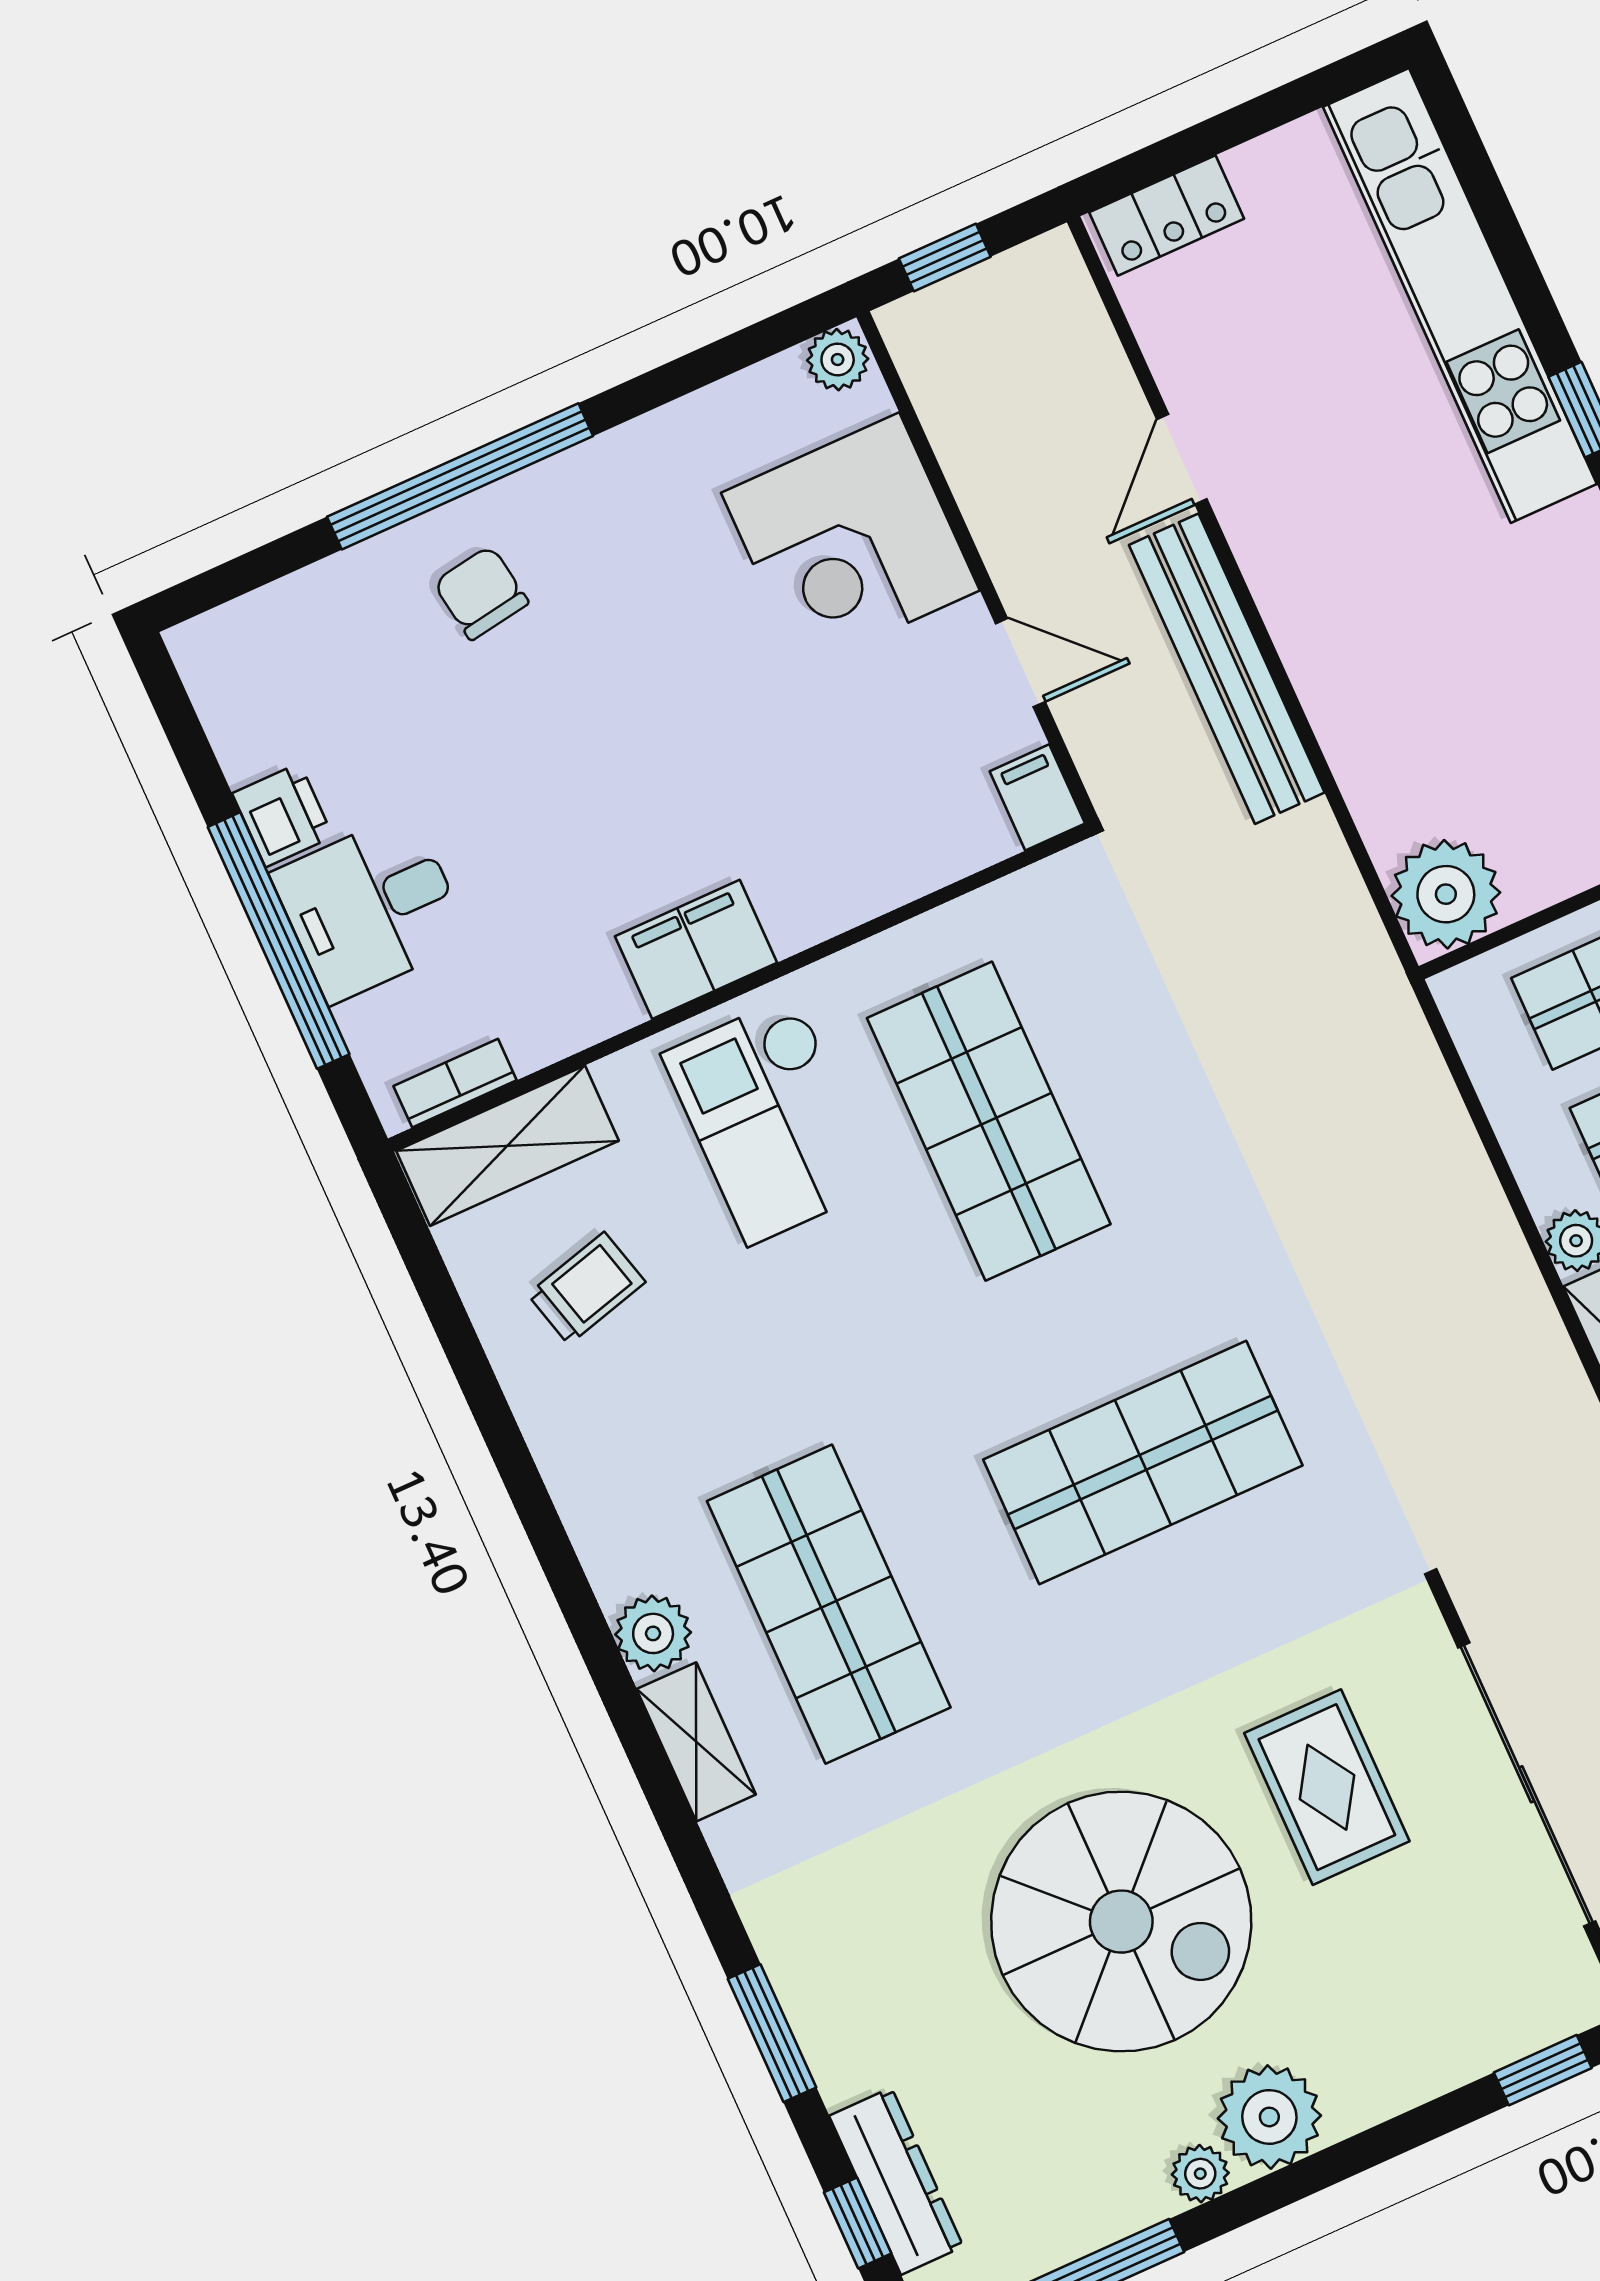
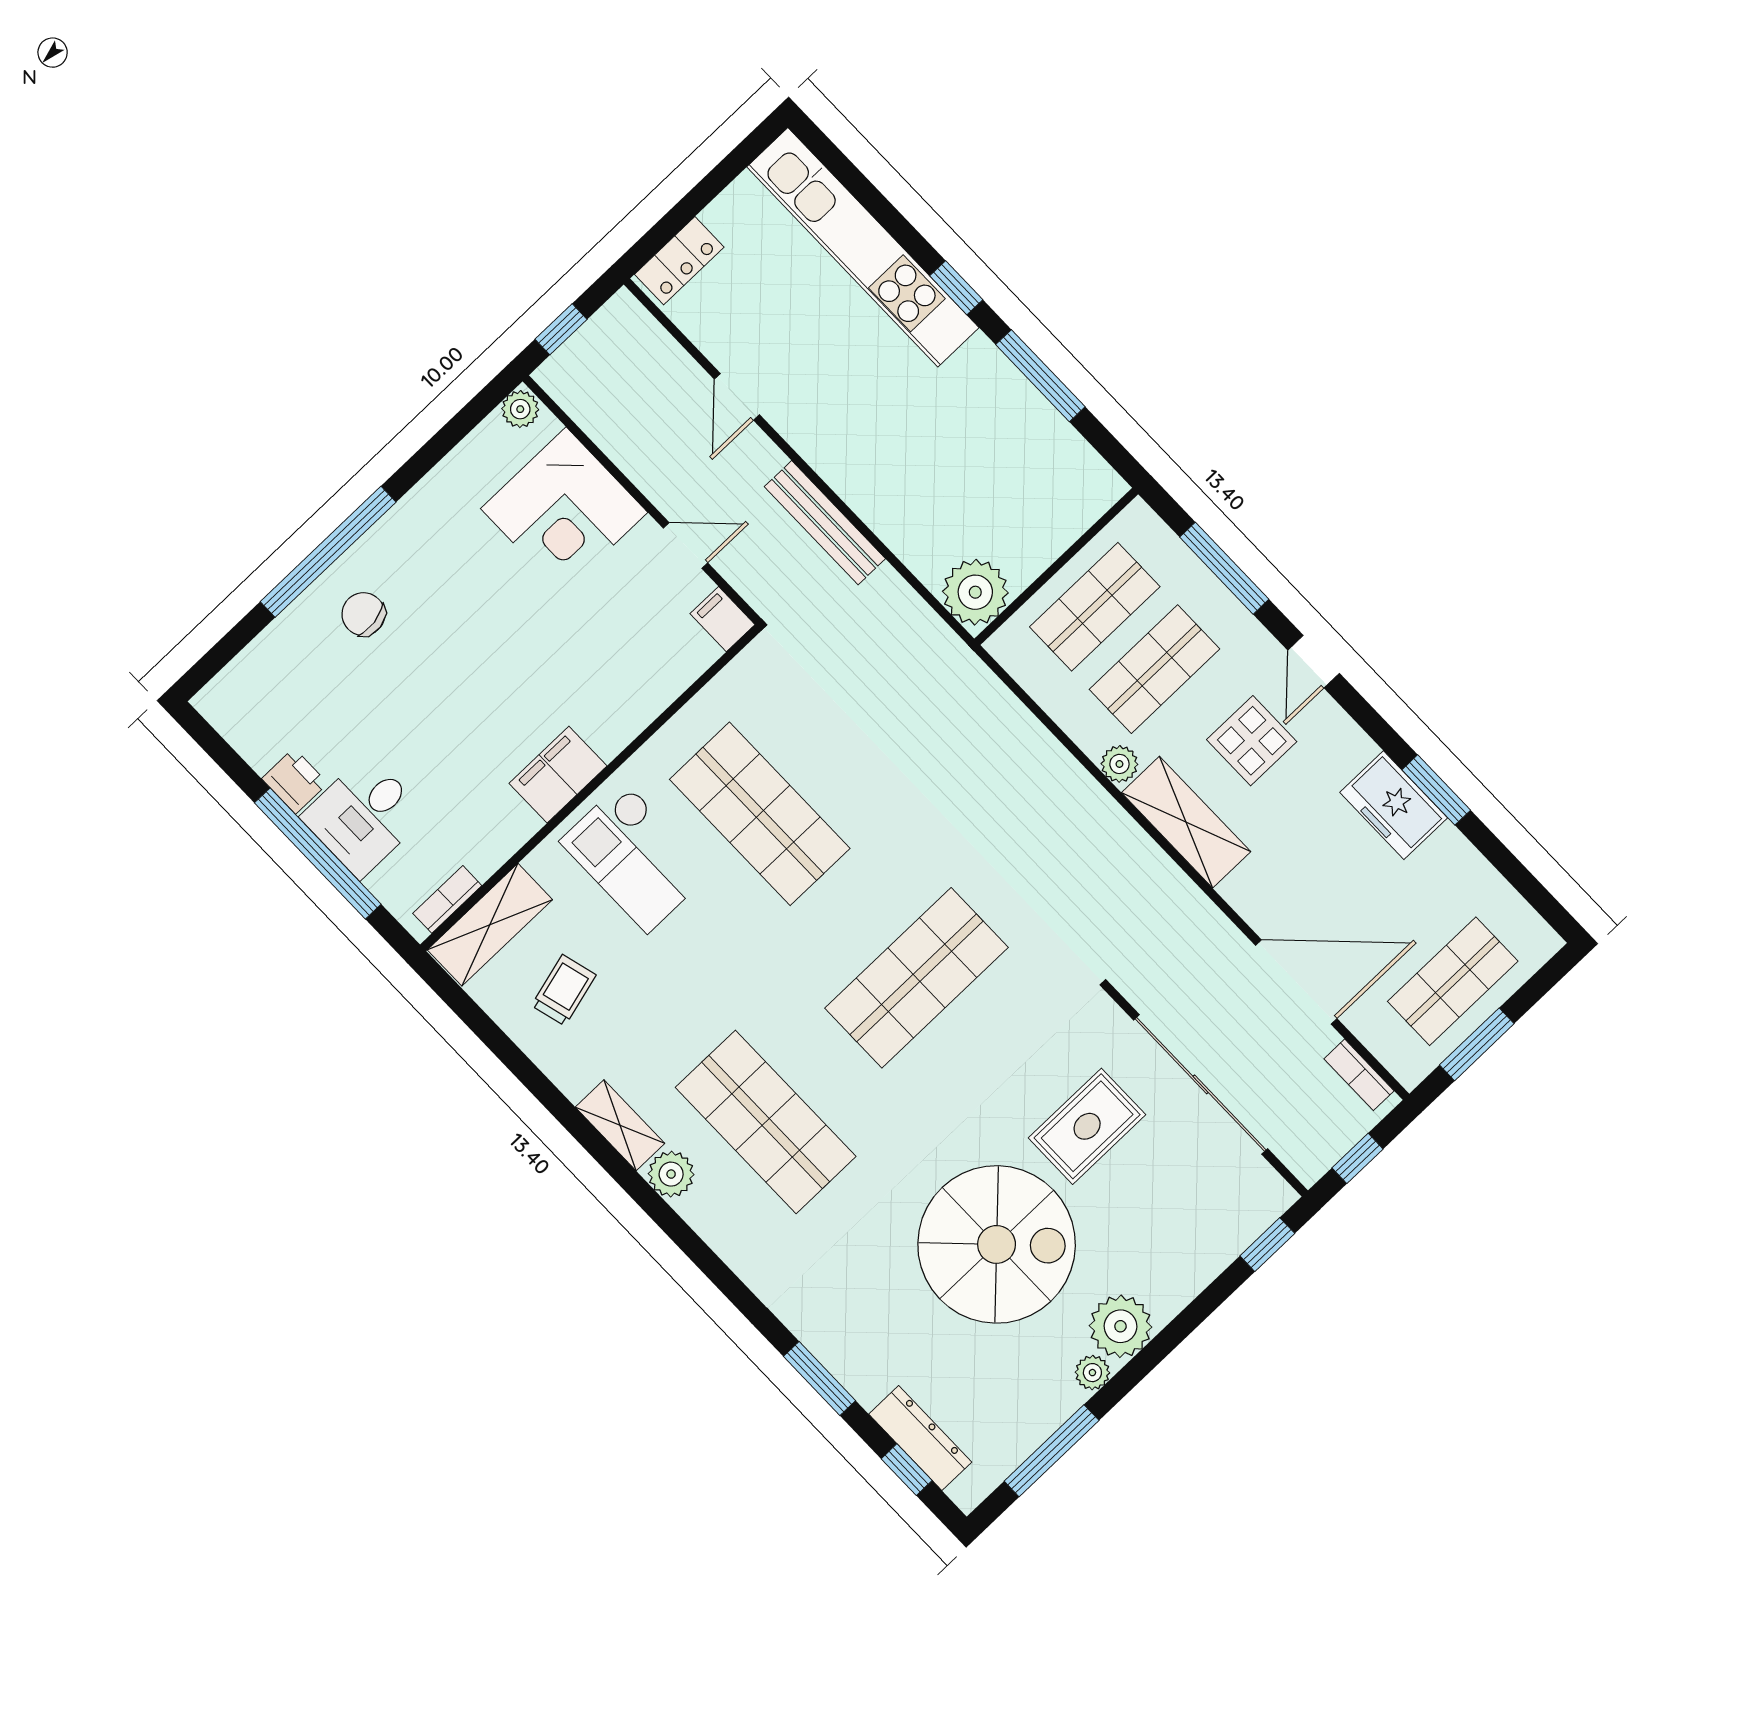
bench: (1227, 669) -> (825, 523), width x0.73, depth x0.82
shelving: (696, 1742) -> (620, 1125), moved
rug: (1327, 1787) -> (1087, 1126), turned 90

